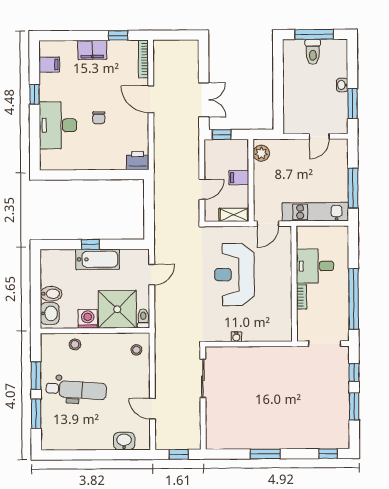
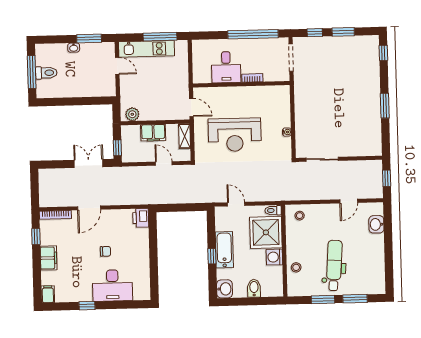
filing cabinet: (49, 65) -> (48, 294), moved
filing cabinet: (239, 178) -> (153, 133), width x2.00
kitchen unit: (315, 212) -> (147, 49), moved, turned -90
washbasin: (50, 313) -> (225, 289), moved, turned 90

